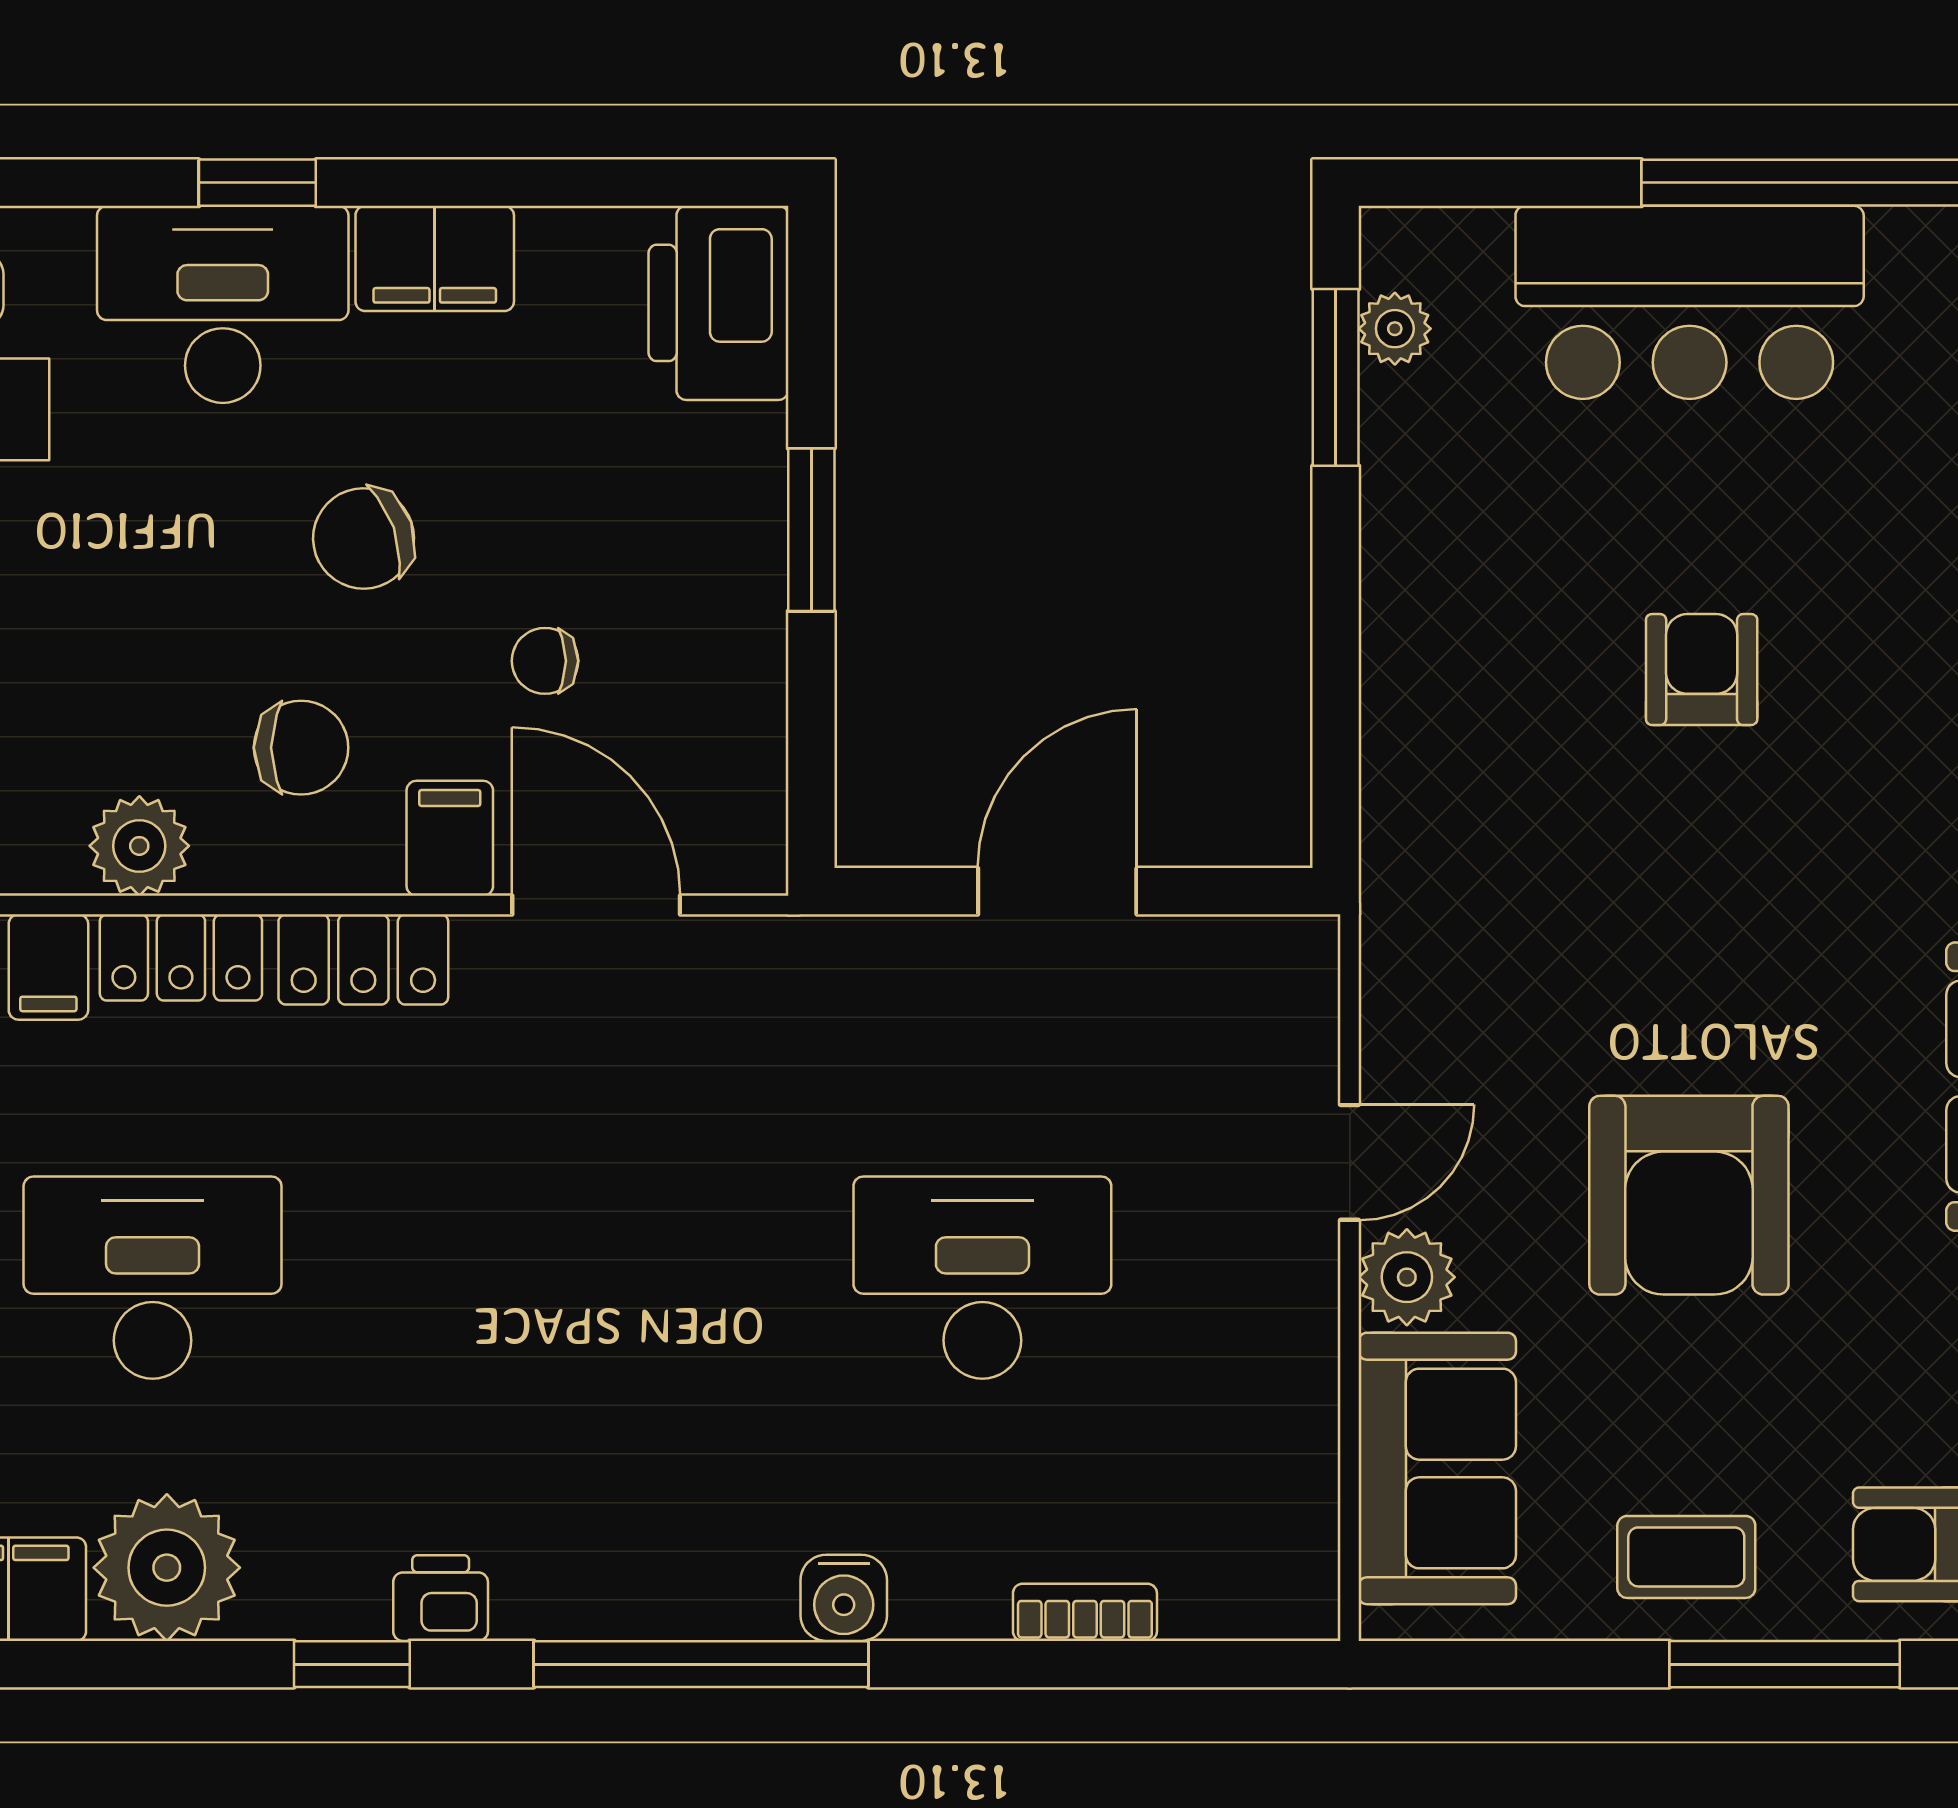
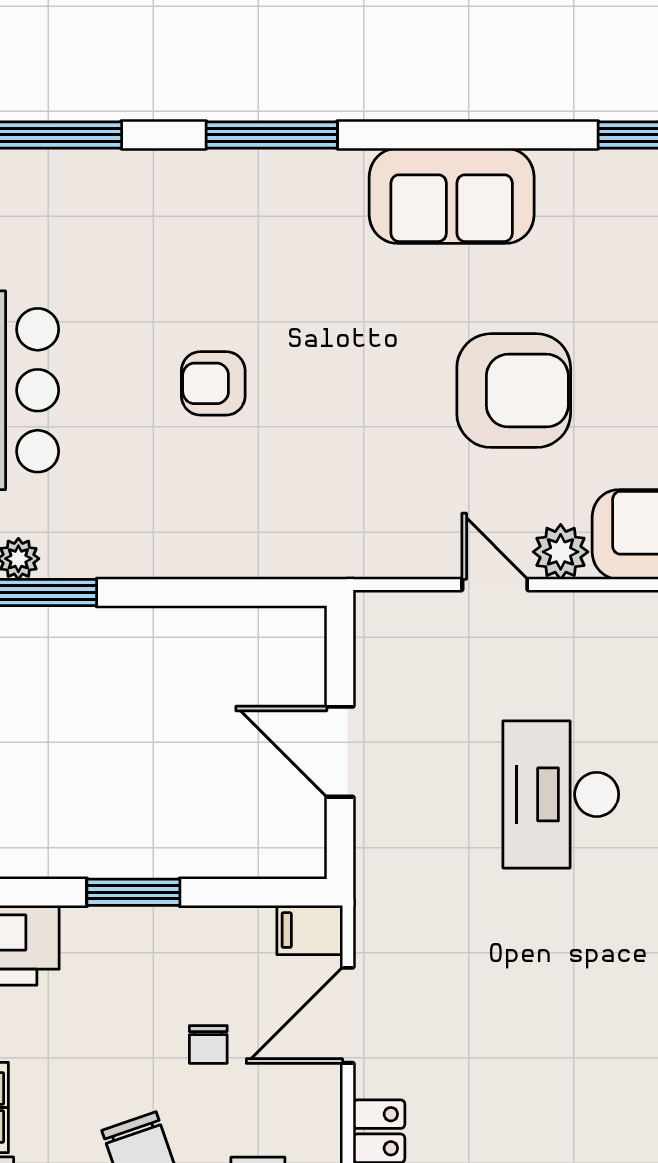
filing cabinet: (450, 838) -> (310, 930), moved

